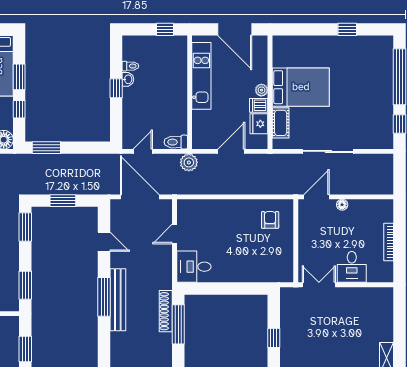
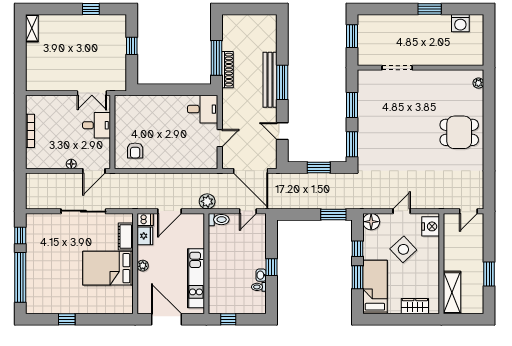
dishwasher: (259, 105) -> (145, 219), moved
desk: (352, 267) -> (96, 125), moved, turned 90
window: (25, 285) -> (352, 105), moved

